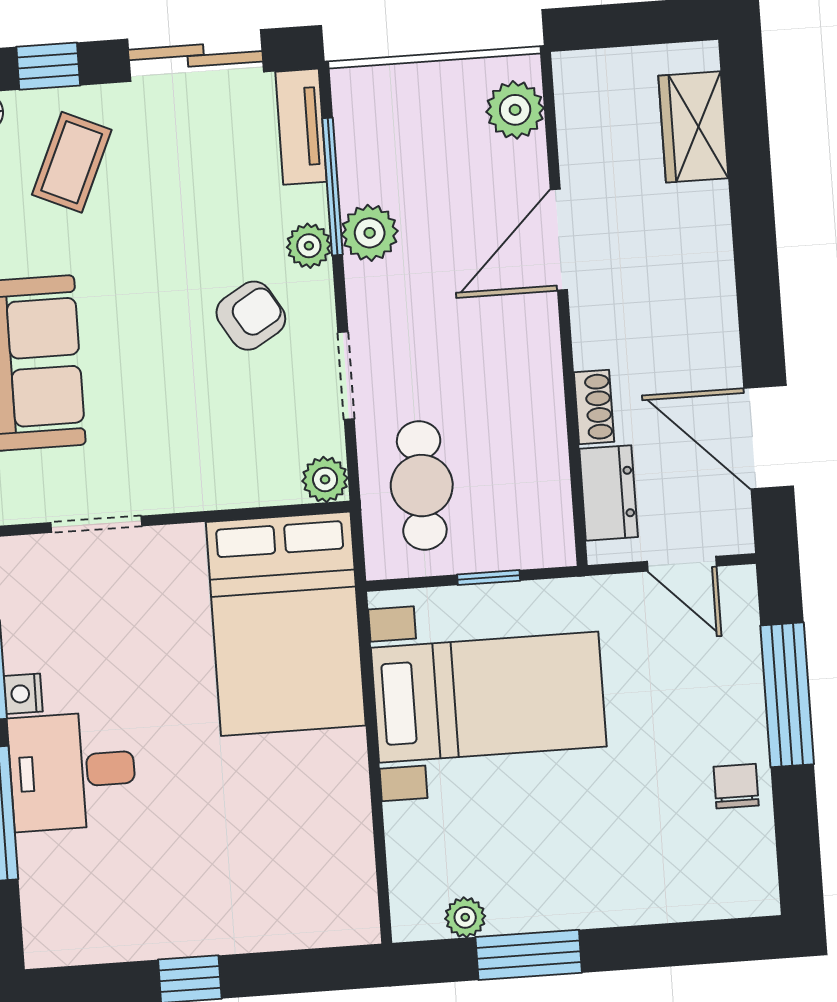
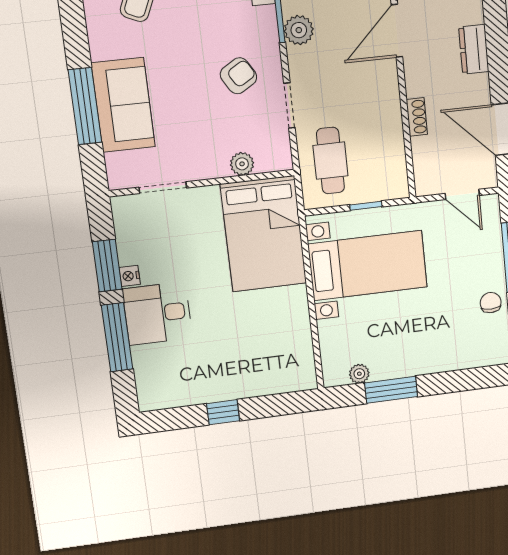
plant: (309, 246) -> (267, 38), removed
plant: (325, 479) -> (242, 164), moved
dresser: (609, 493) -> (474, 49), moved, turned 180

